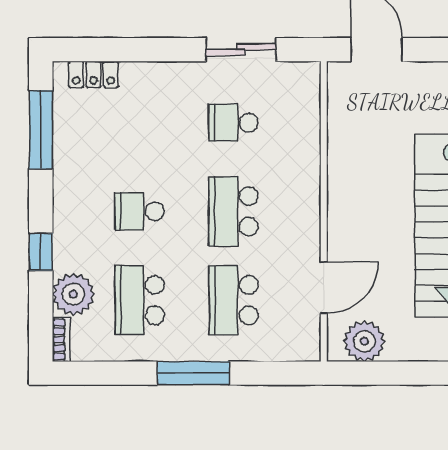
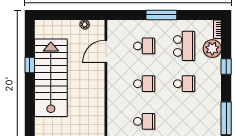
school desk: (234, 211) -> (144, 84), width x0.54
school desk: (234, 300) -> (144, 46), width x0.54
plant: (364, 341) -> (85, 24), width x0.53, depth x0.53

